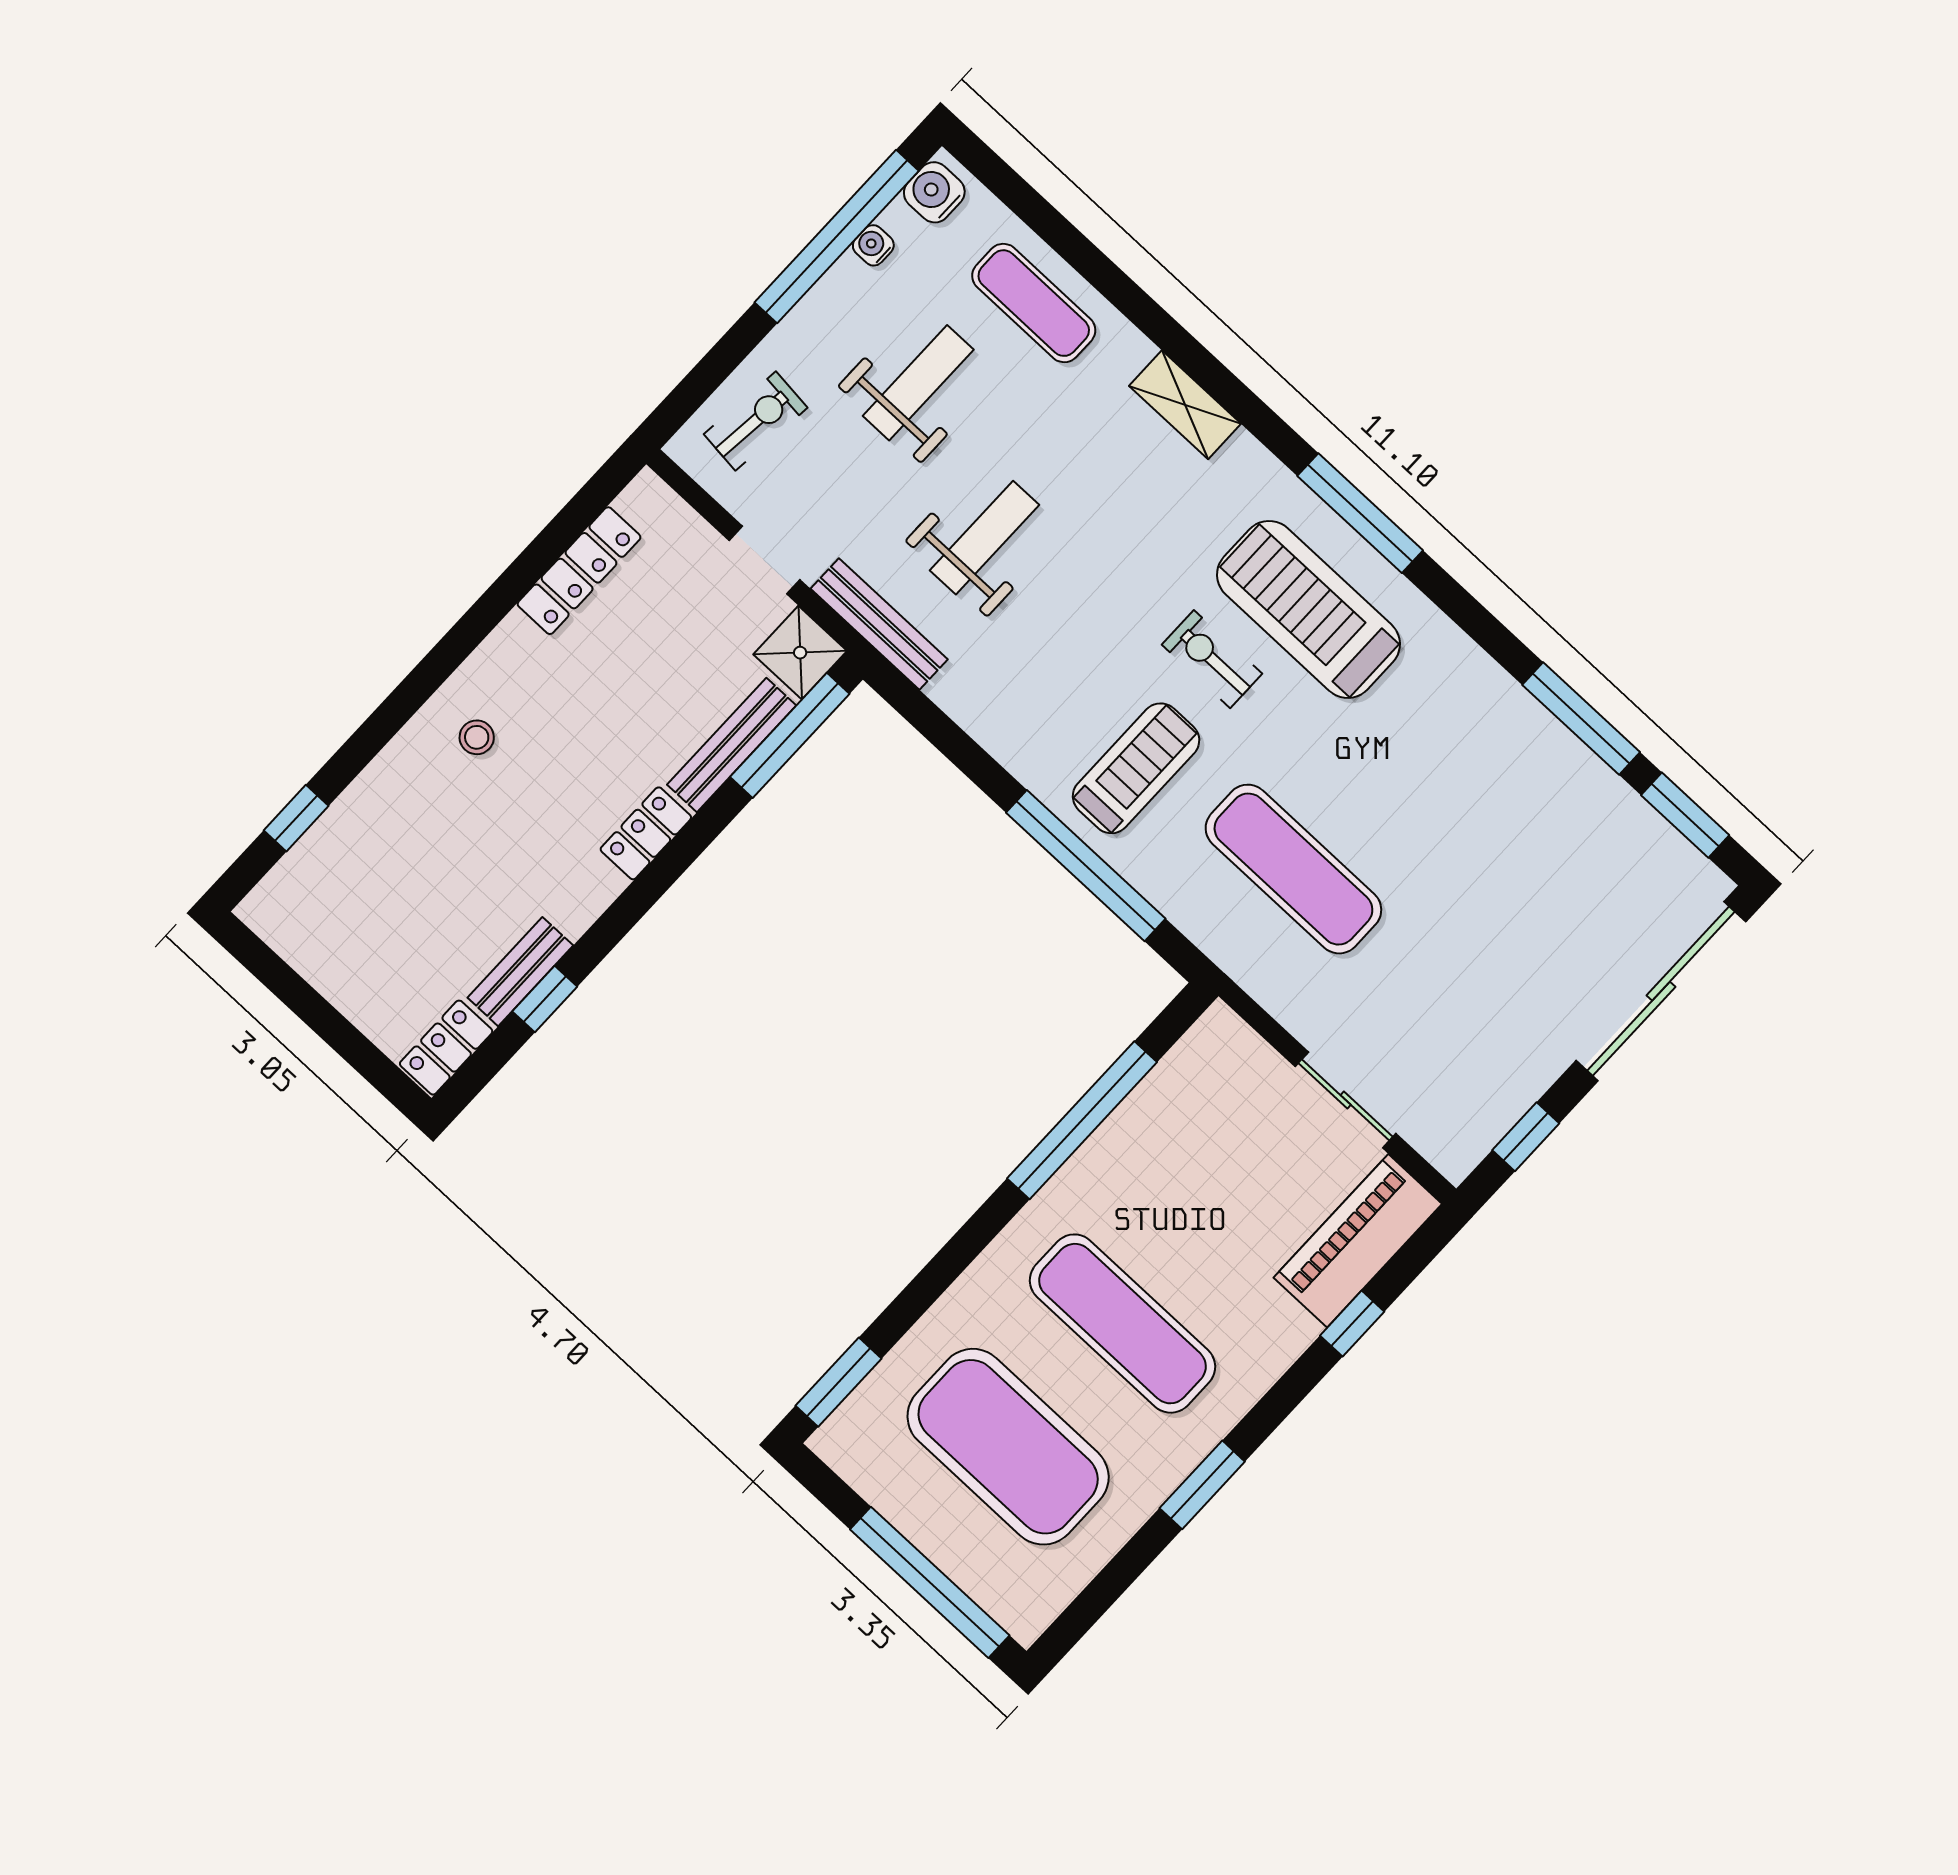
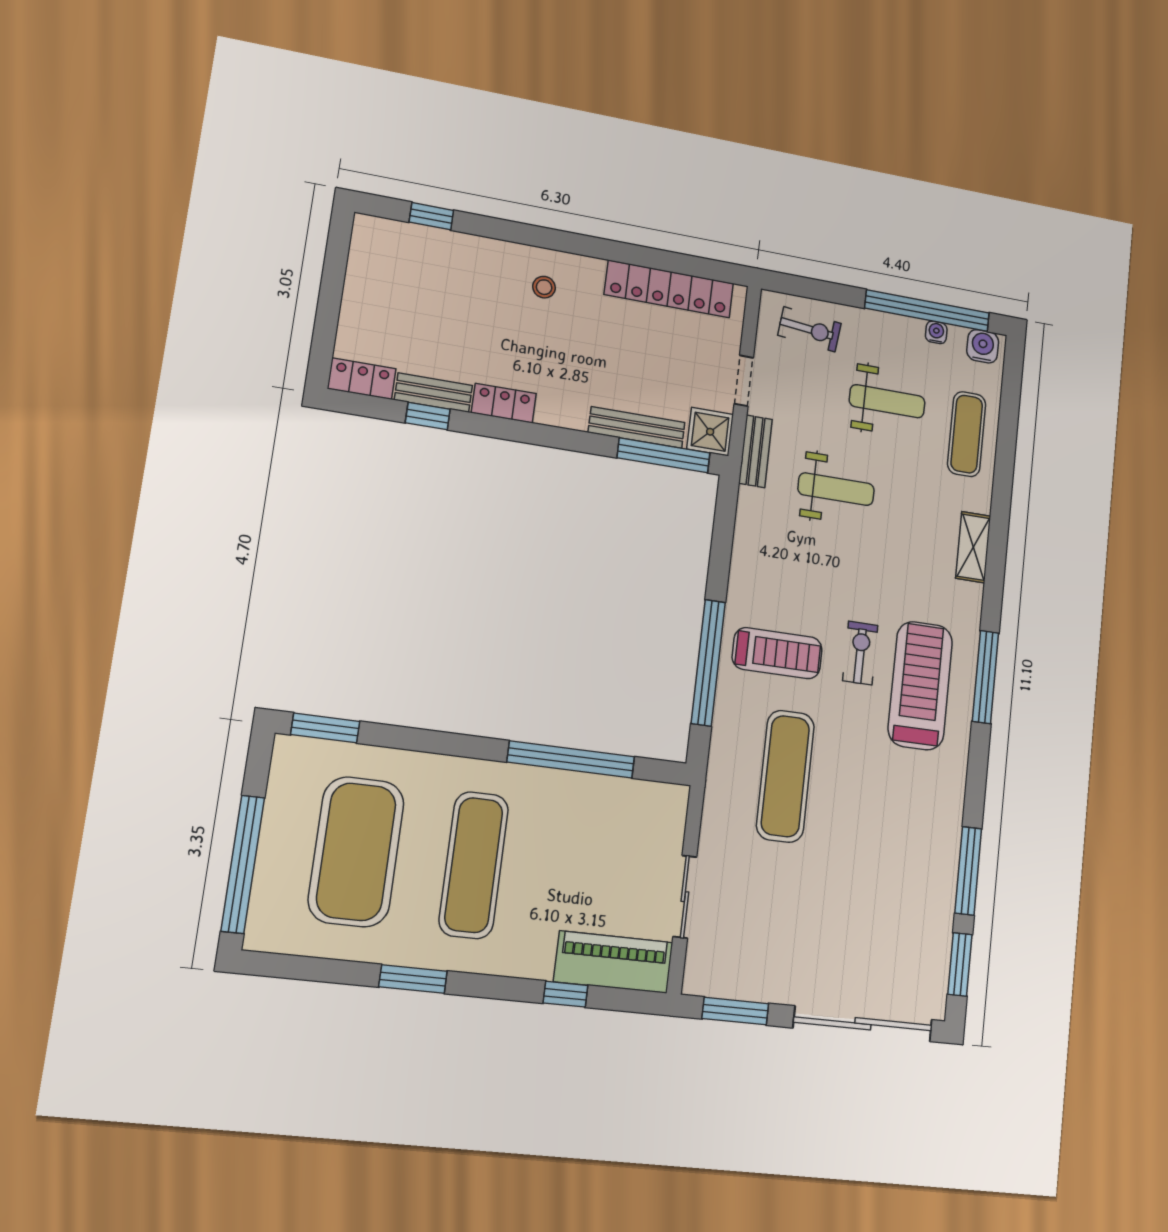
locker: (579, 571) -> (669, 289), width x1.41, depth x1.21
bench: (879, 624) -> (756, 451), width x0.73
locker: (646, 833) -> (504, 403), moved
window: (1526, 1137) -> (735, 1011), width x1.50

